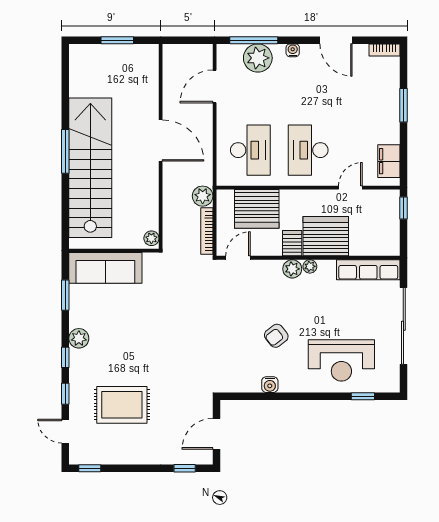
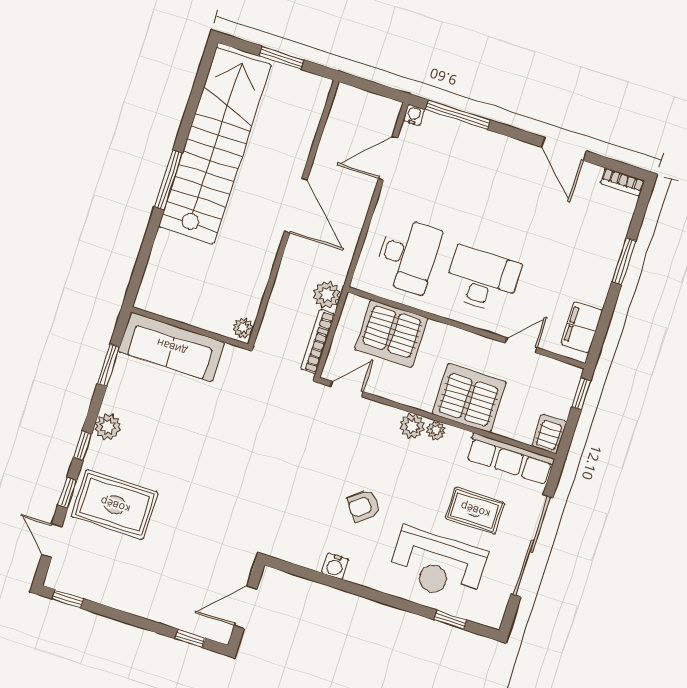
water cooler: (293, 50) -> (414, 115), moved
plant: (258, 58) -> (456, 139), removed
desk: (308, 150) -> (482, 279), turned 90
stairs: (90, 168) -> (215, 146), moved
server rack: (292, 243) -> (549, 434), moved
rug: (355, 314) -> (475, 510), added
rug: (122, 405) -> (115, 505), moved

